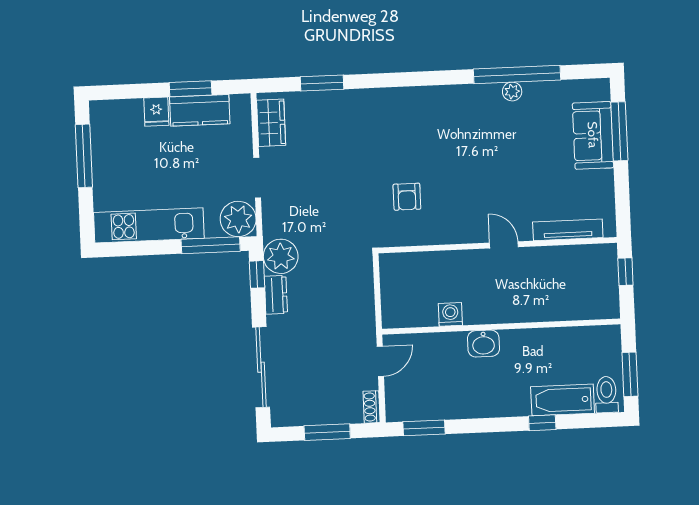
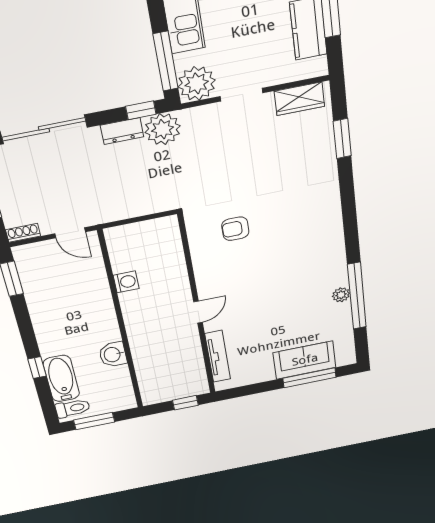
washbasin: (483, 344) -> (113, 355), moved

